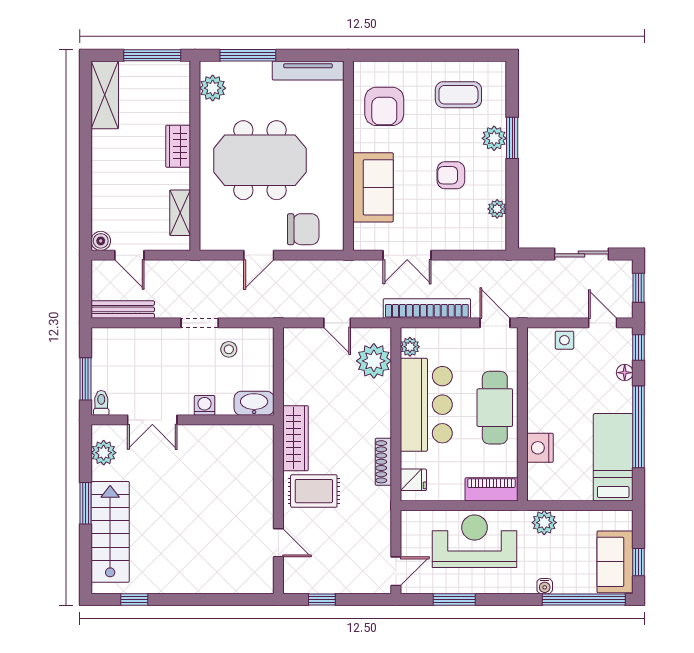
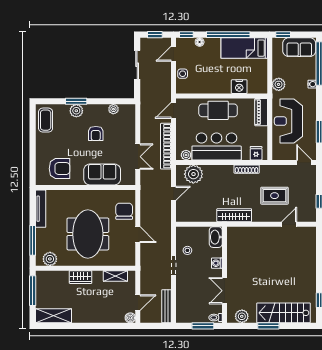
coffee table: (458, 95) -> (46, 120), moved
double door: (152, 420) -> (225, 291), swing flipped
rug: (314, 491) -> (274, 196), moved, turned 90
window: (639, 562) -> (283, 35), moved

